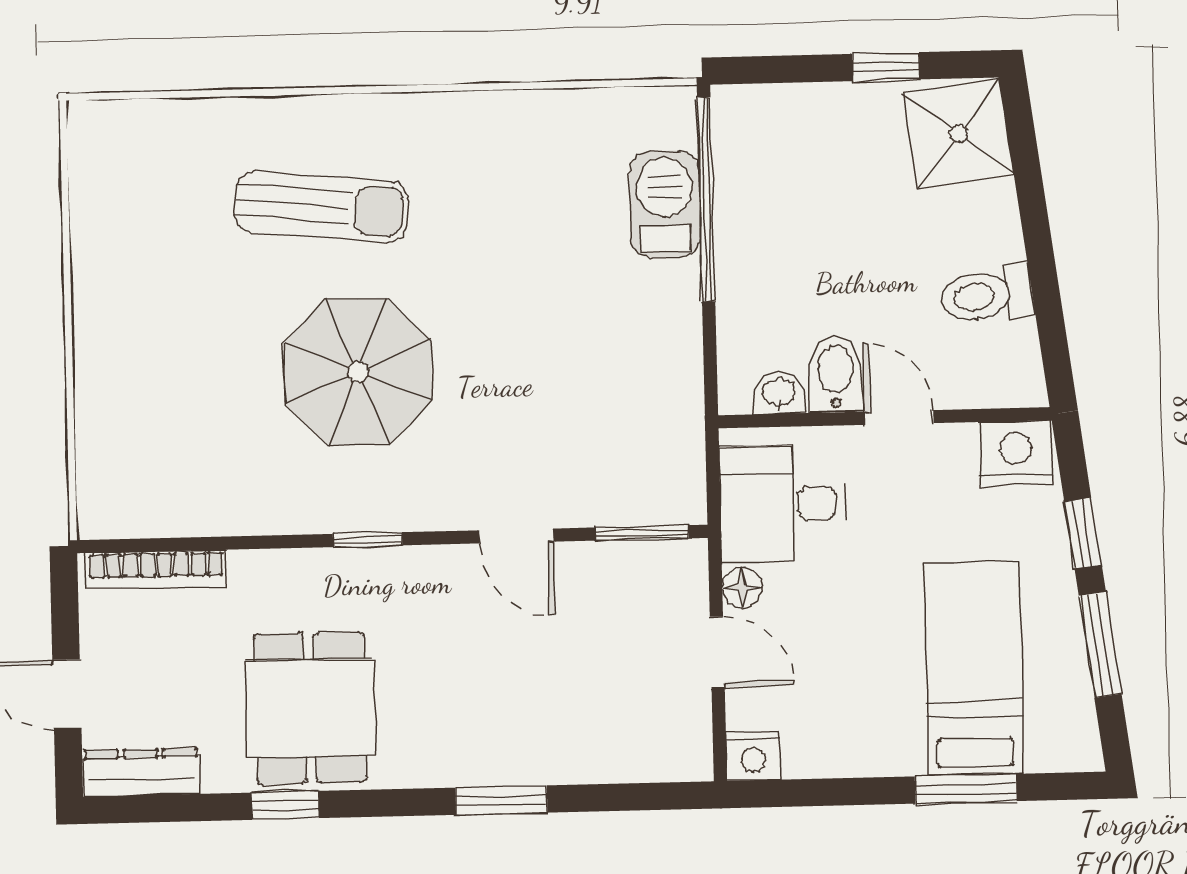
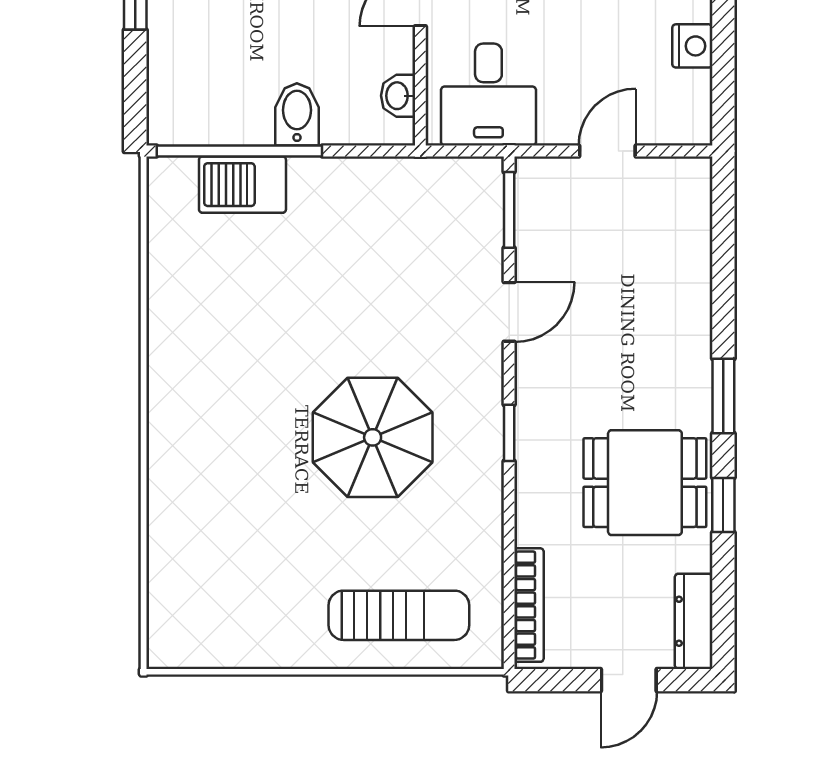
sun lounger: (321, 207) -> (399, 615), moved, turned 84
bidet: (835, 374) -> (297, 114), moved, turned 90
floor lamp: (742, 588) -> (556, 129), removed
nightstand: (753, 756) -> (692, 46), moved
window: (501, 800) -> (723, 396), moved

